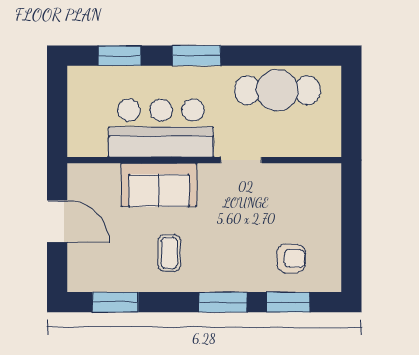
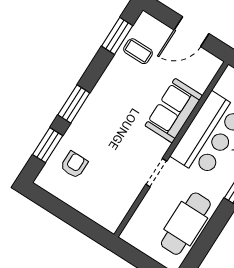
coffee table: (169, 253) -> (138, 51), moved
armchair: (291, 258) -> (74, 165), turned 180

